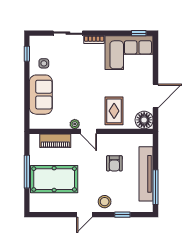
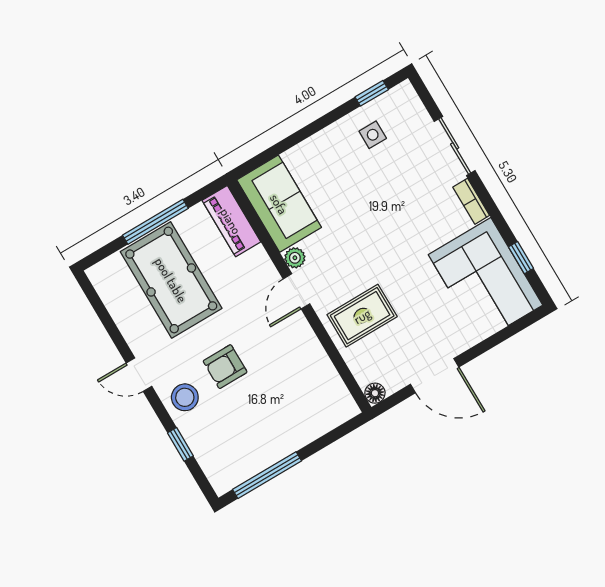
window: (139, 33) -> (521, 258), moved
sofa: (41, 95) -> (279, 204), moved, turned -90
floor lamp: (144, 120) -> (375, 393), width x0.53, depth x0.53
piano: (55, 141) -> (231, 221), moved
armchair: (114, 163) -> (225, 367), moved
tv unit: (146, 174) -> (281, 443), removed

